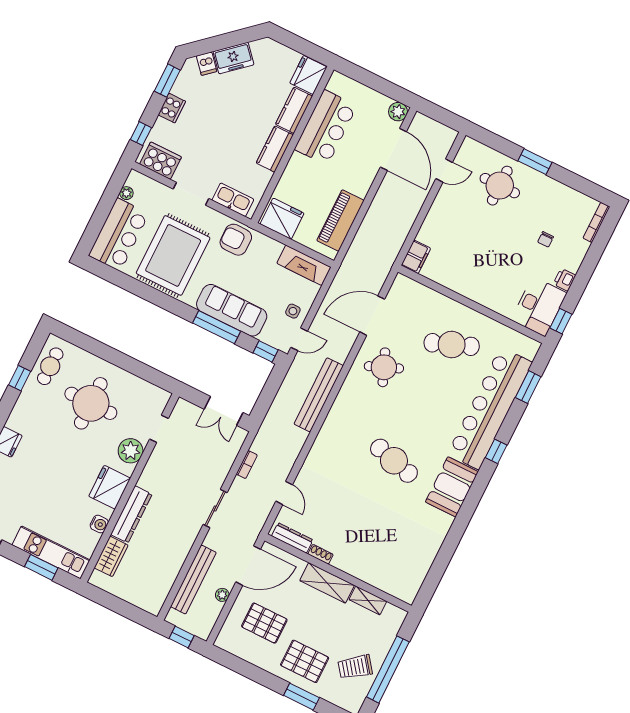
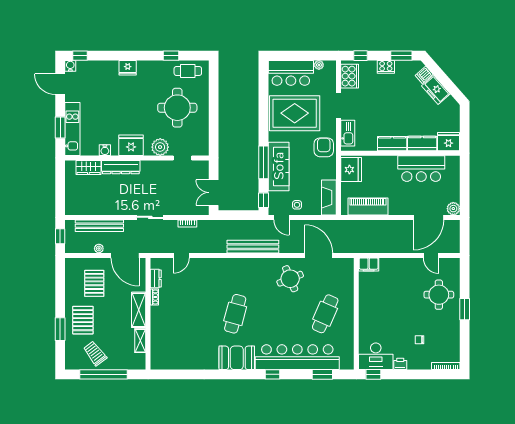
cafe table: (452, 345) -> (325, 314), turned 45
dresser: (292, 538) -> (156, 279), width x0.70

